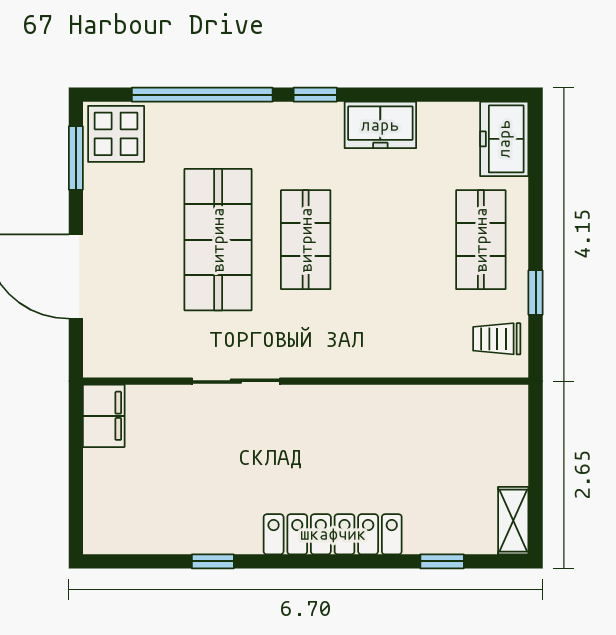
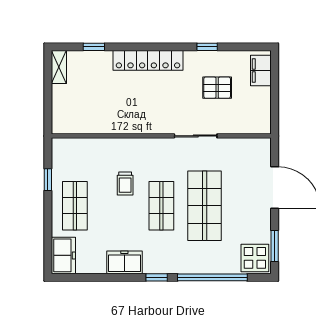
trolley: (497, 339) -> (125, 184), moved, turned 90
filing cabinet: (104, 416) -> (261, 70), moved
pallet: (193, 479) -> (217, 88), added

